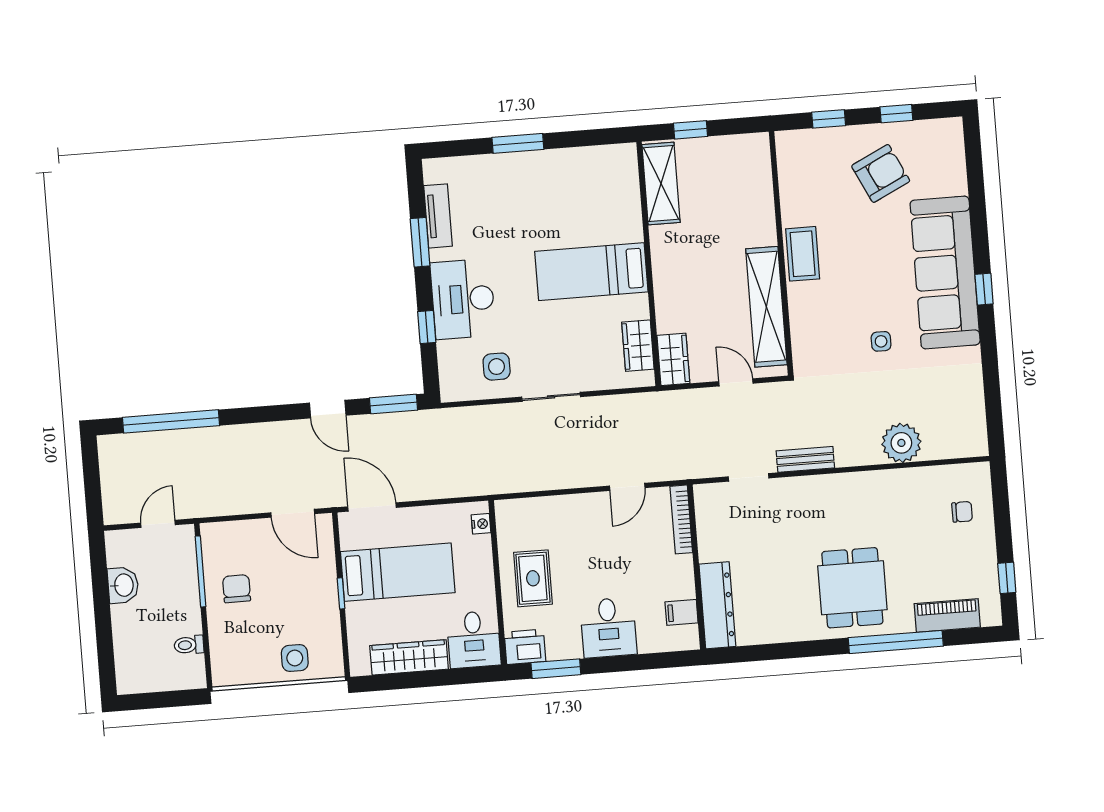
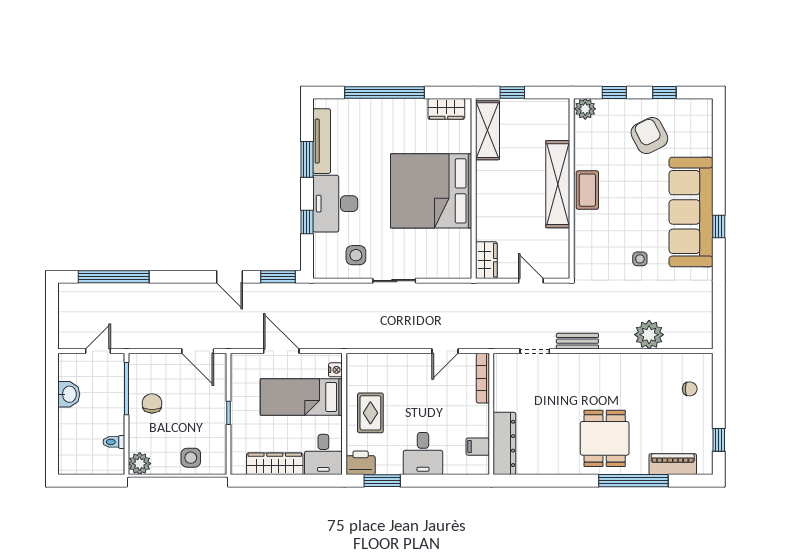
window: (518, 143) -> (385, 92), width x2.11
plant: (791, 144) -> (585, 109), added
armchair: (881, 173) -> (649, 135), turned -91
tv unit: (438, 216) -> (322, 141), width x1.41
bed: (591, 272) -> (431, 191), width x2.04
shelving: (766, 307) -> (558, 184), moved
wardrobe: (638, 346) -> (446, 109), moved, turned -90
door: (372, 507) -> (281, 351), moved
bed: (398, 572) -> (301, 397), moved, turned 180
plant: (226, 671) -> (140, 464), added

